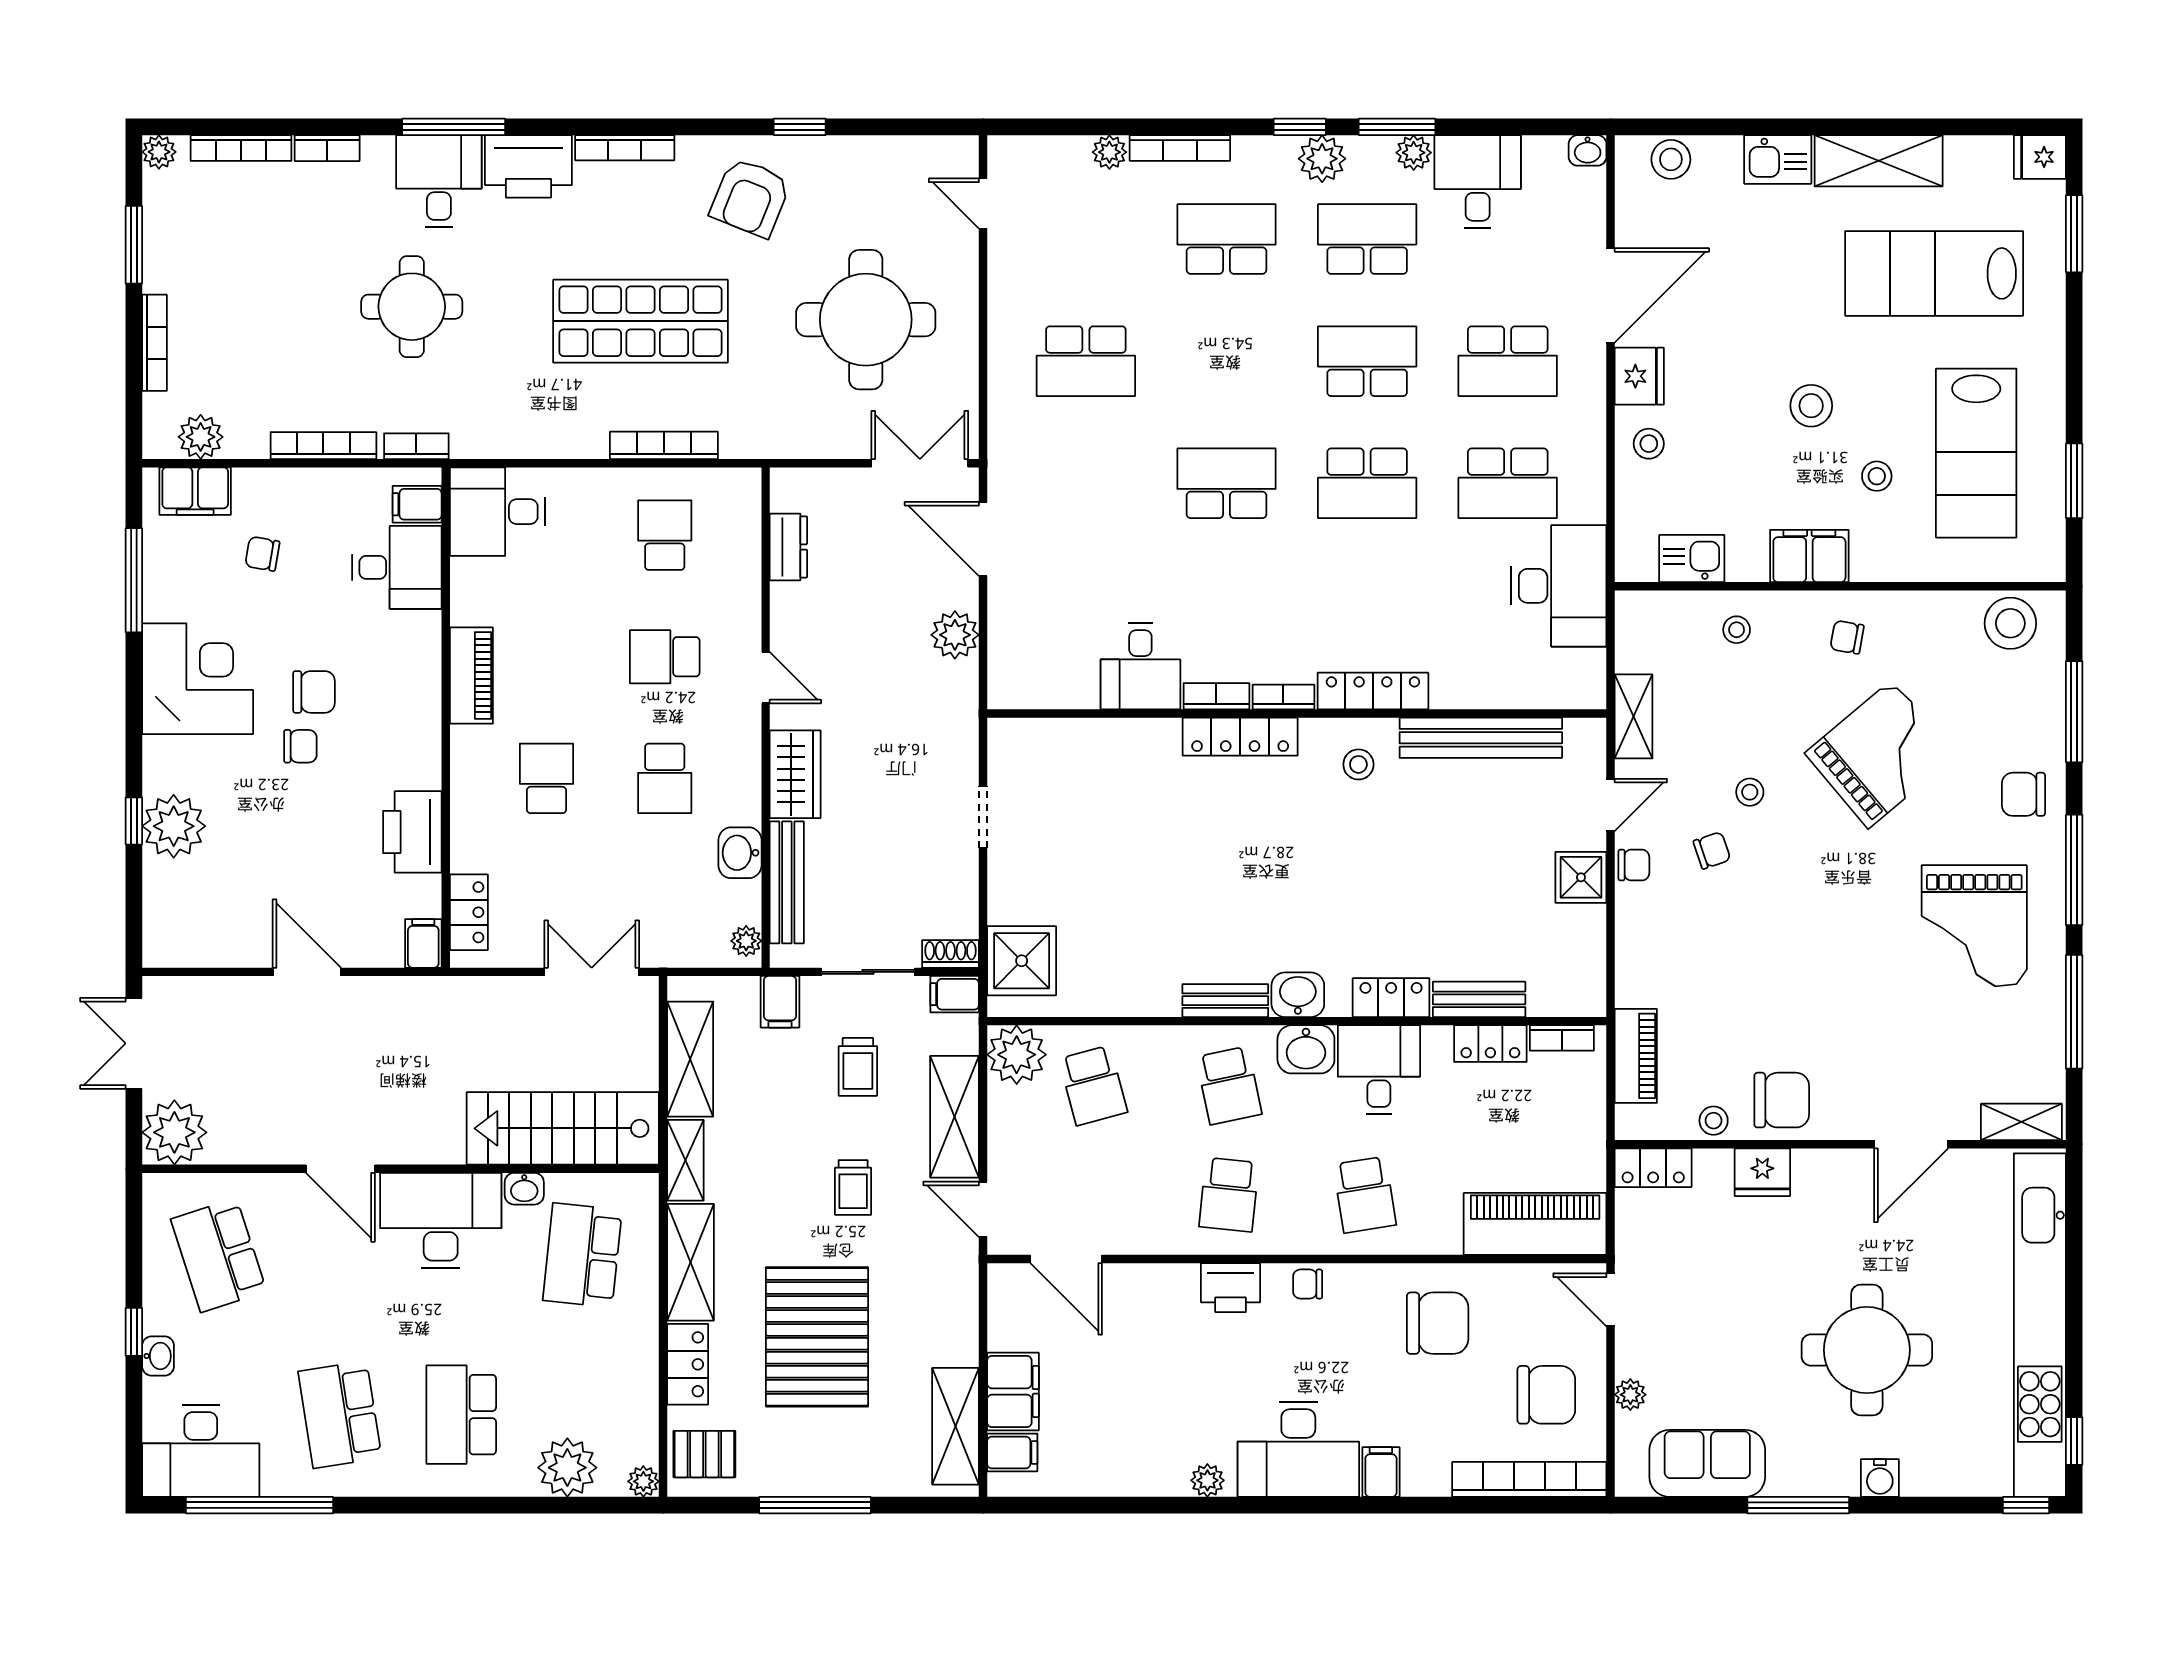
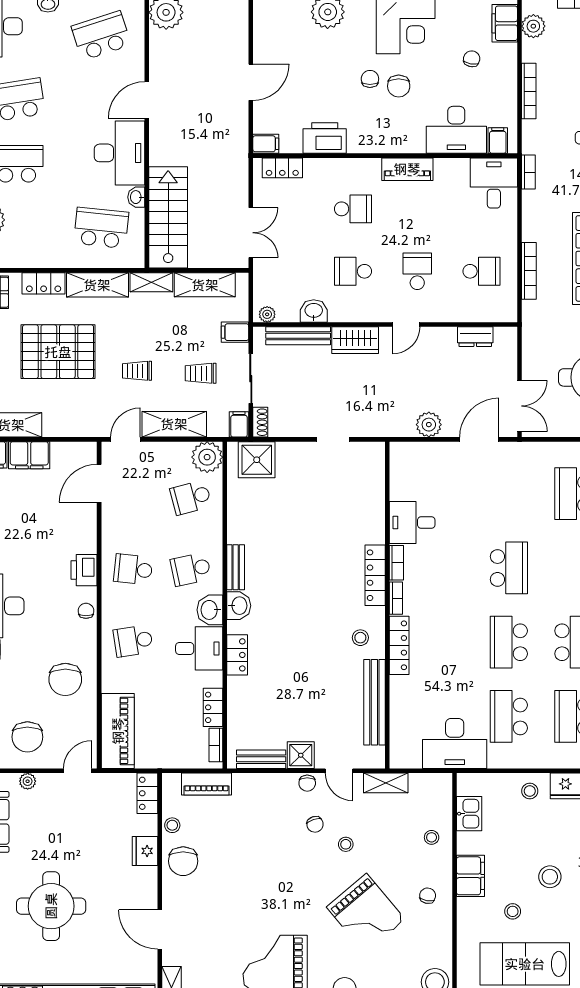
bookcase: (416, 446) -> (528, 172), moved
desk: (397, 567) -> (456, 130), width x1.37
chair: (300, 746) -> (370, 79), turned 180
bench: (1479, 999) -> (261, 759), moved, turned 90

